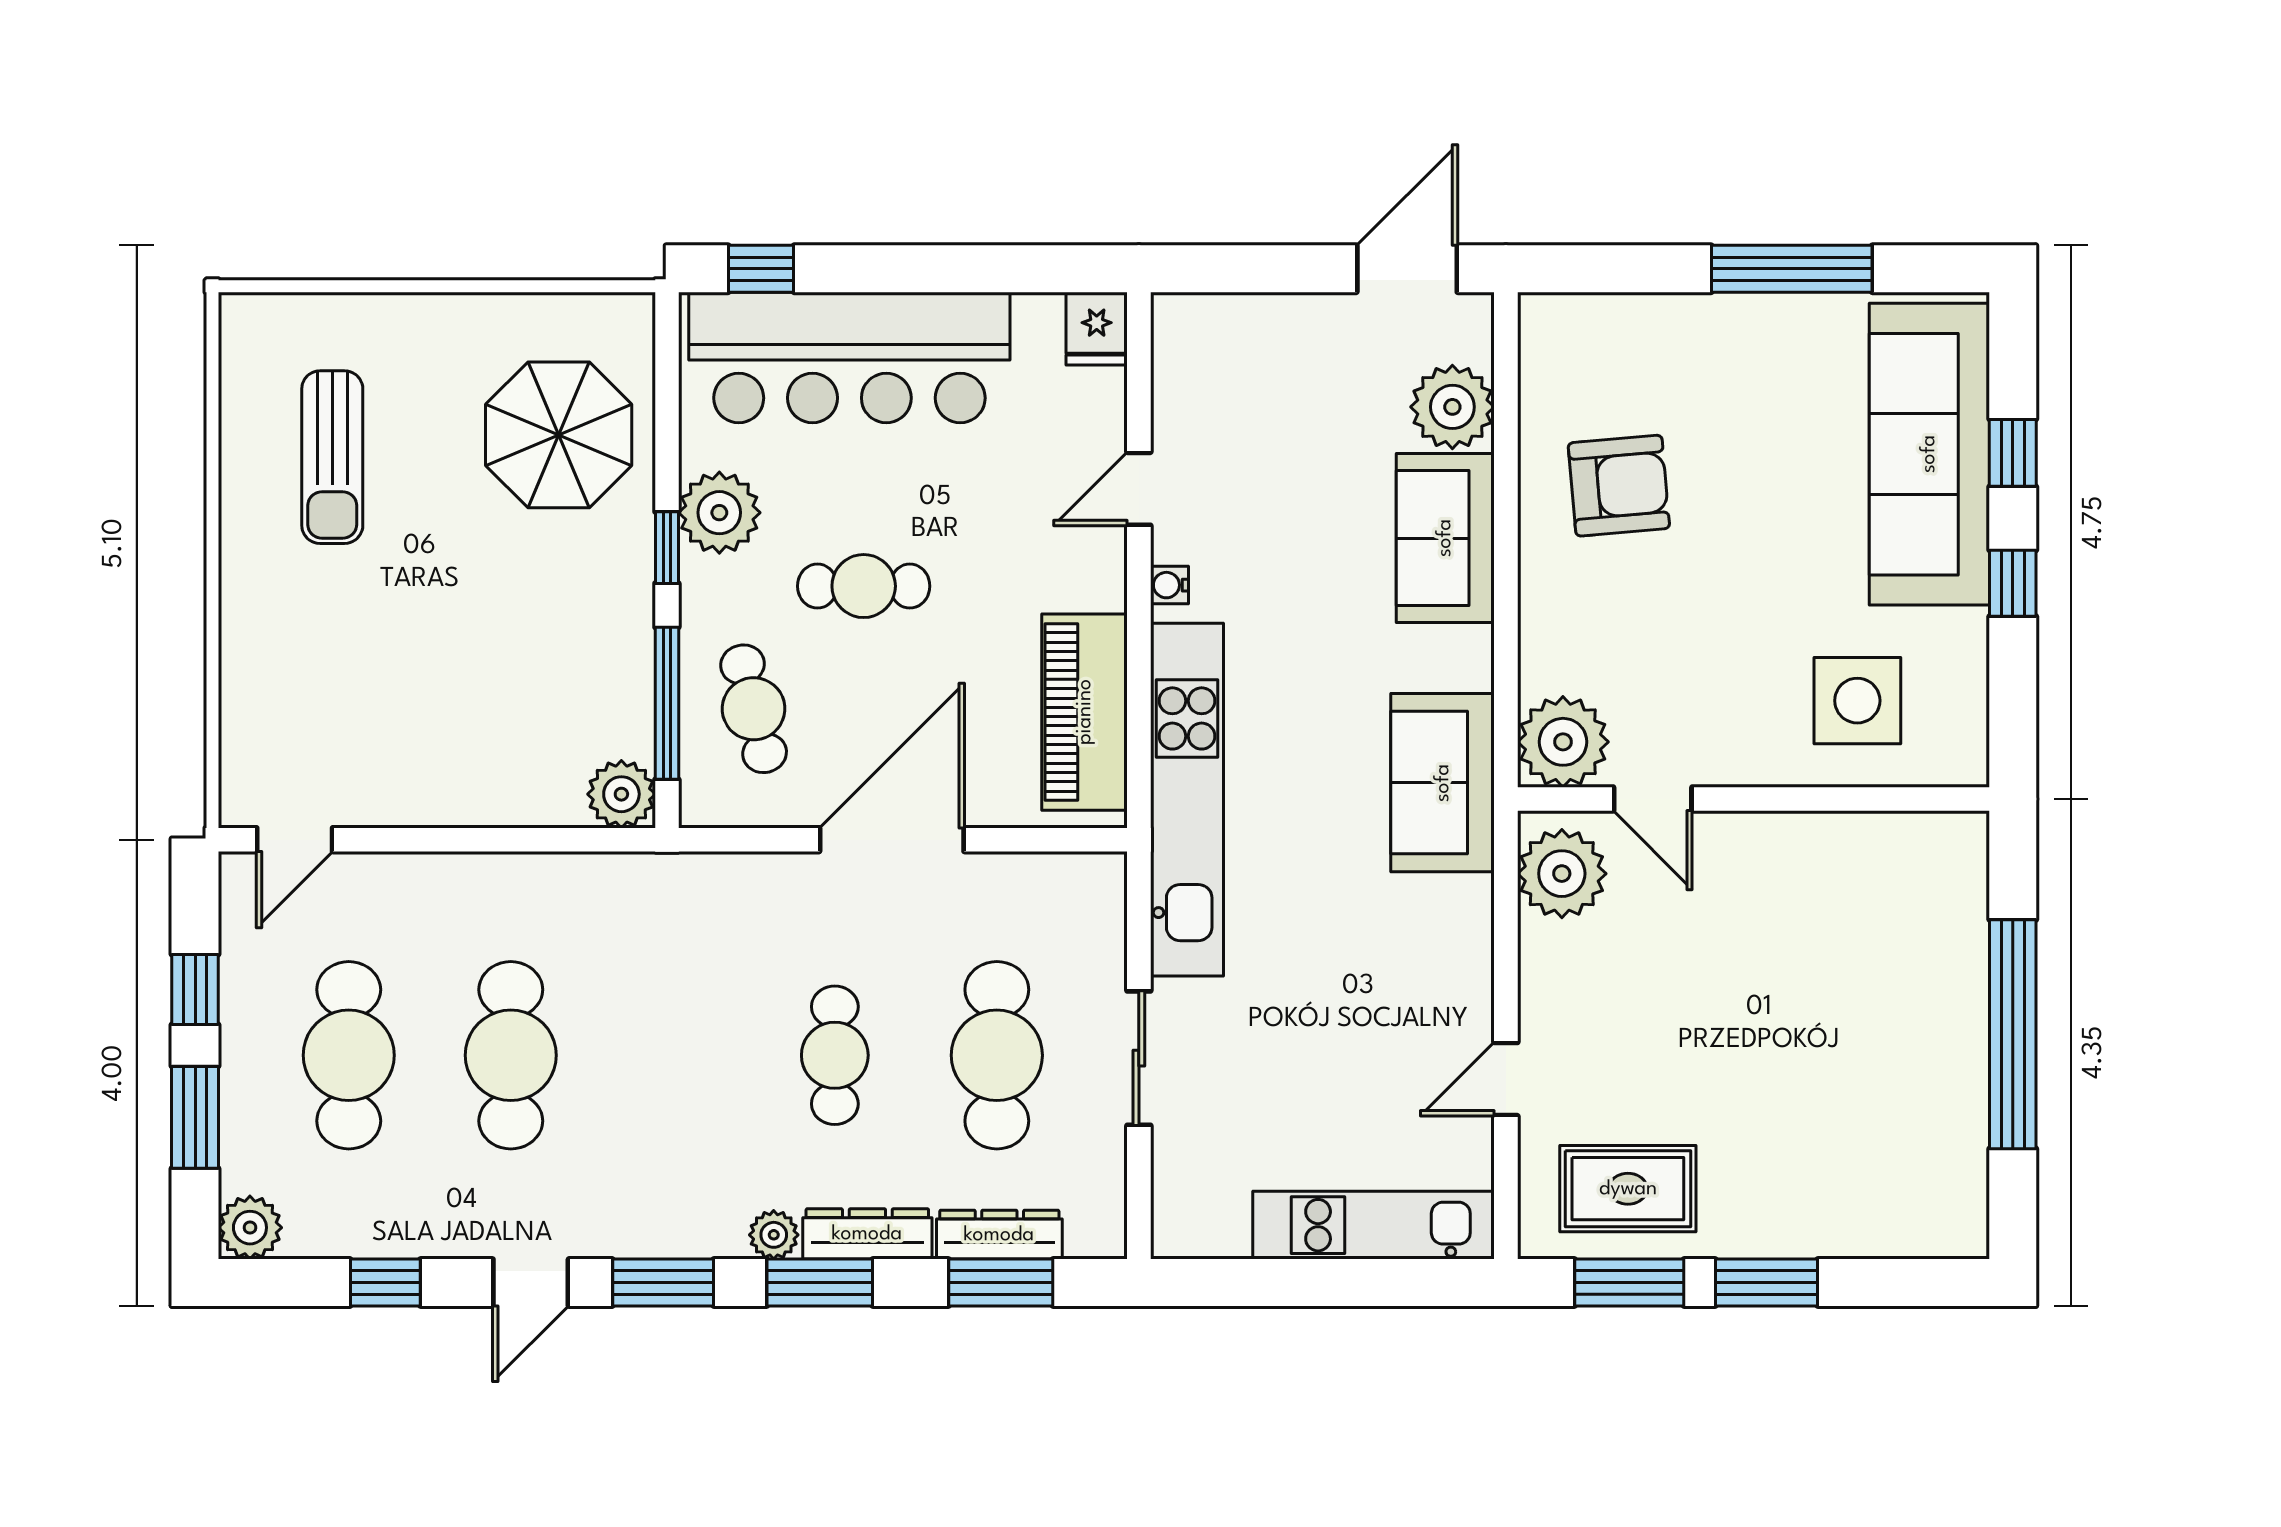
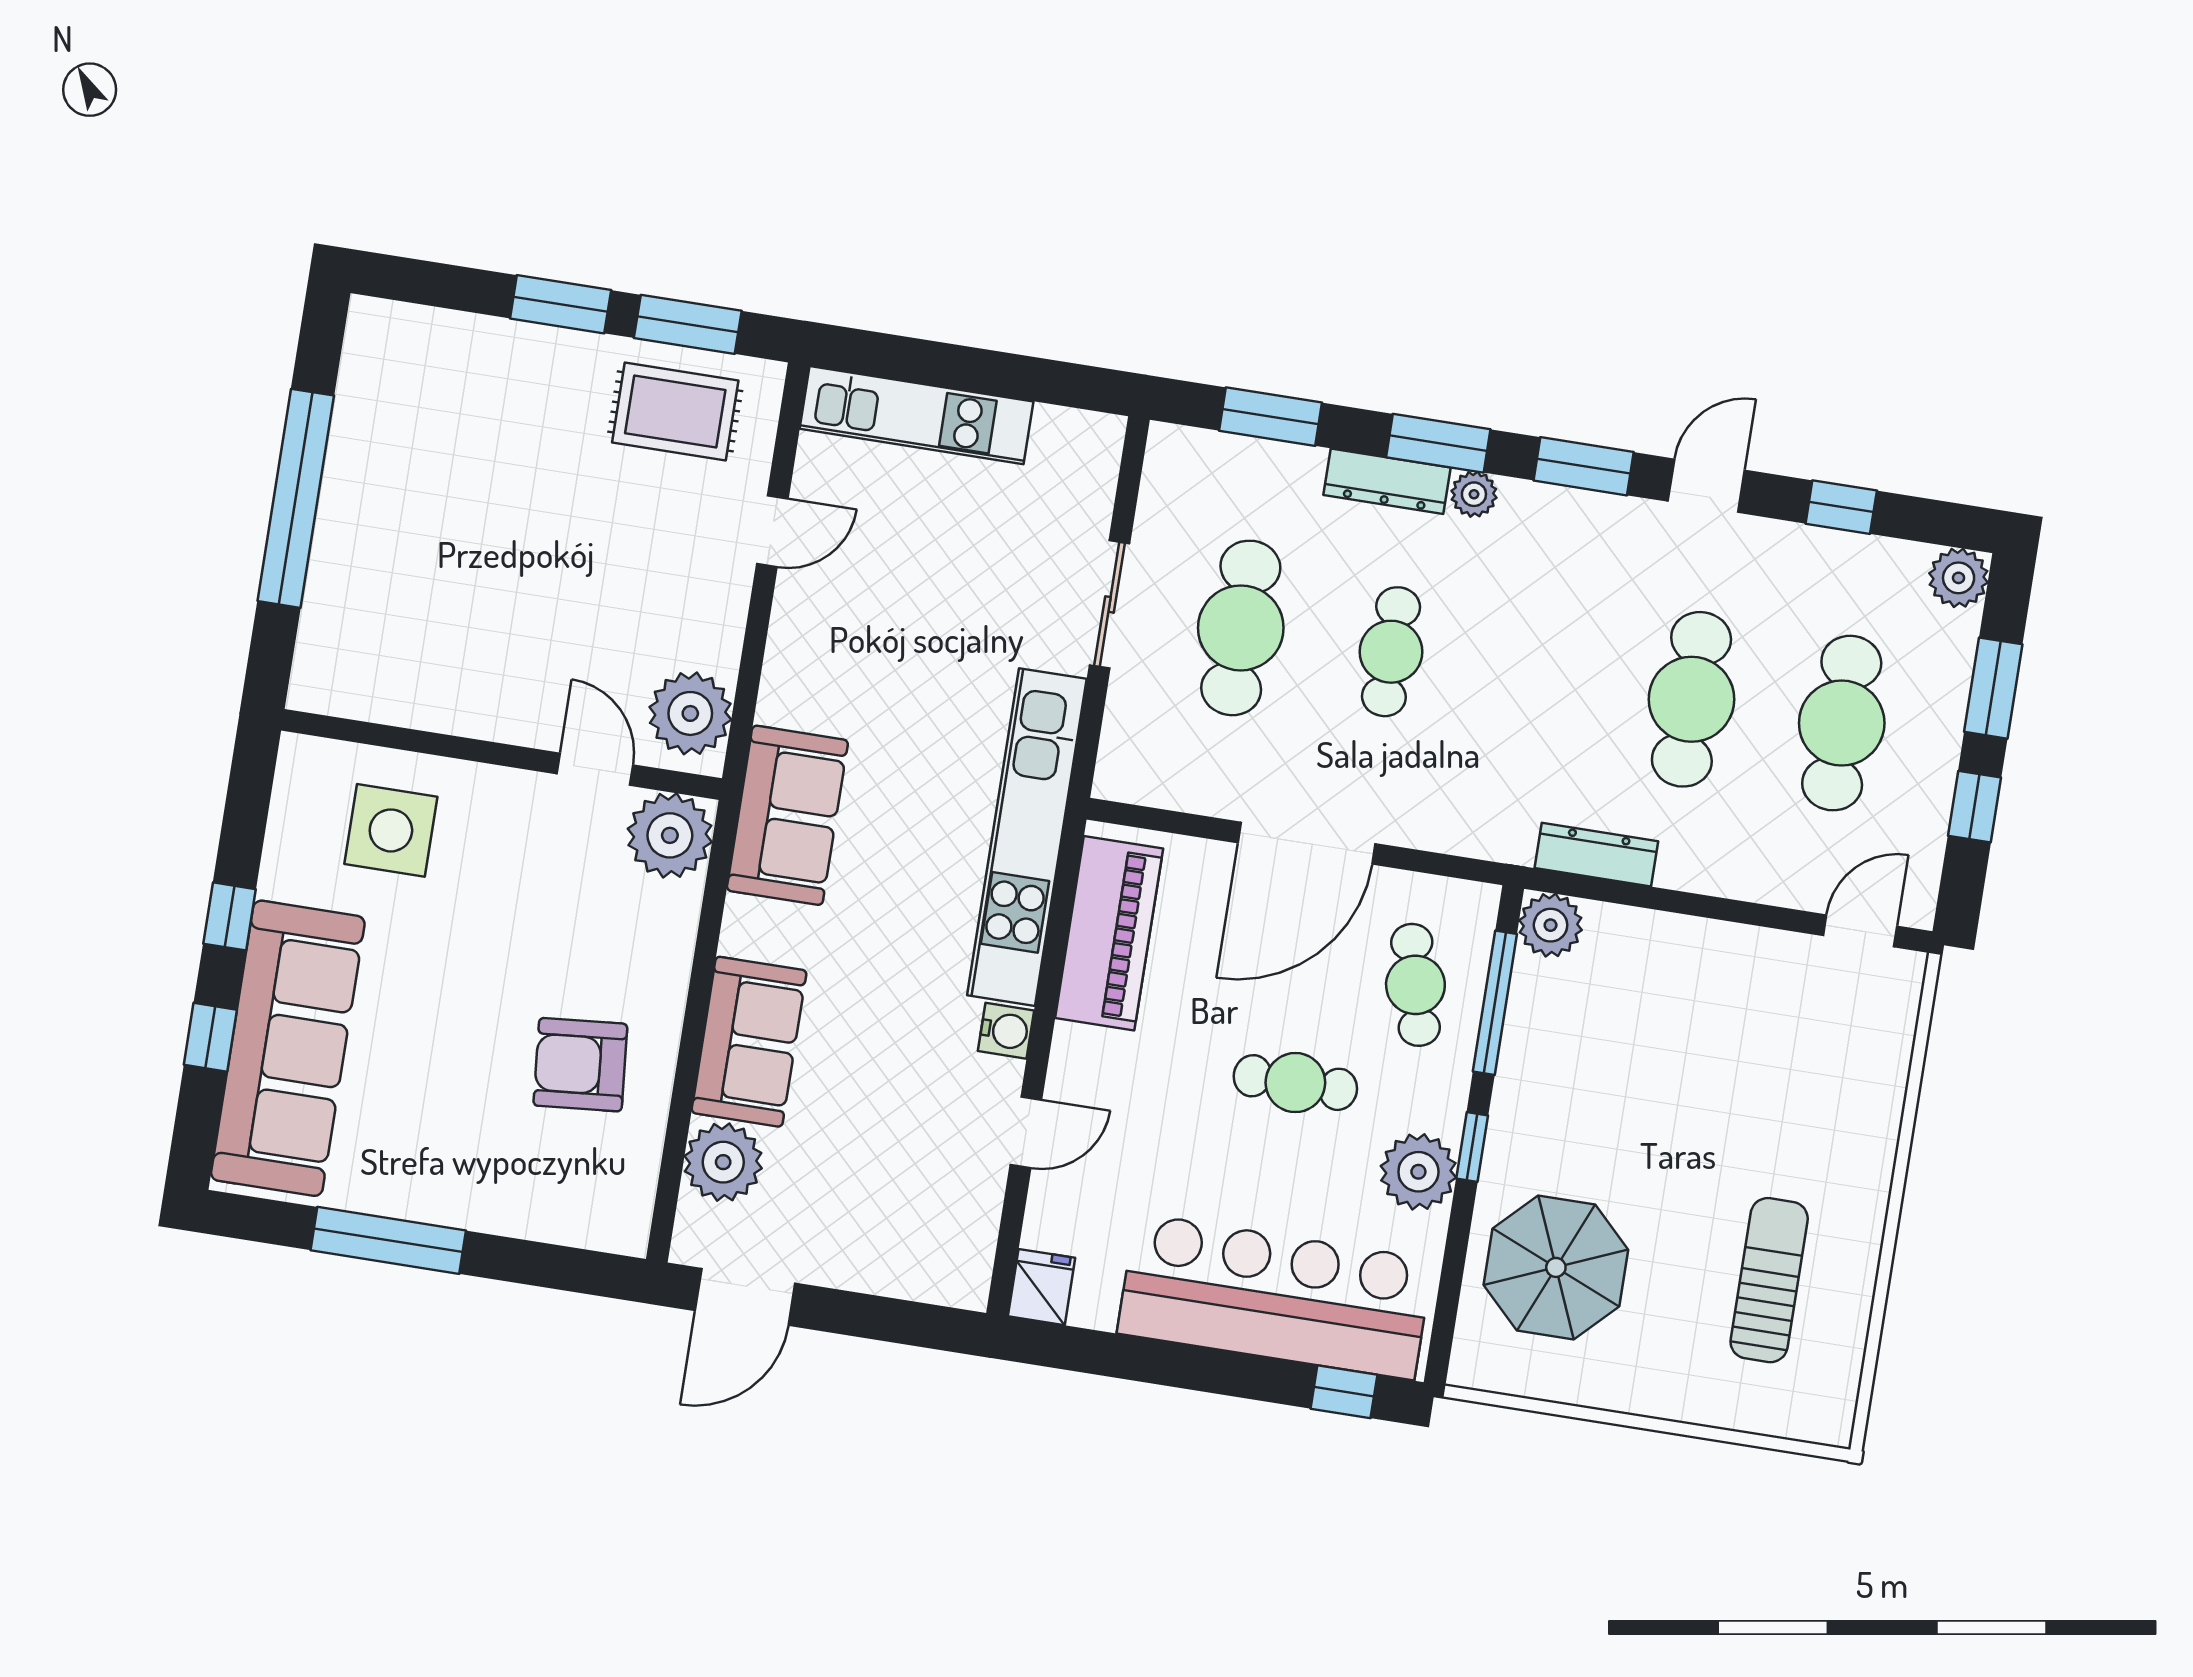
water cooler: (1169, 585) -> (1006, 1031), width x1.38, depth x1.38
dresser: (999, 1235) -> (1596, 855), moved, turned 180

